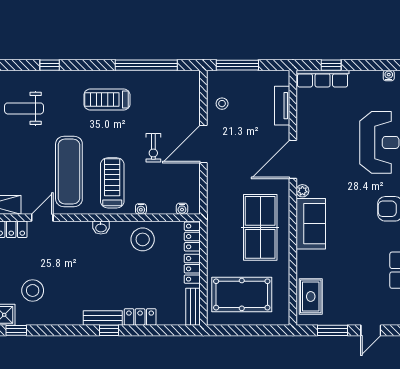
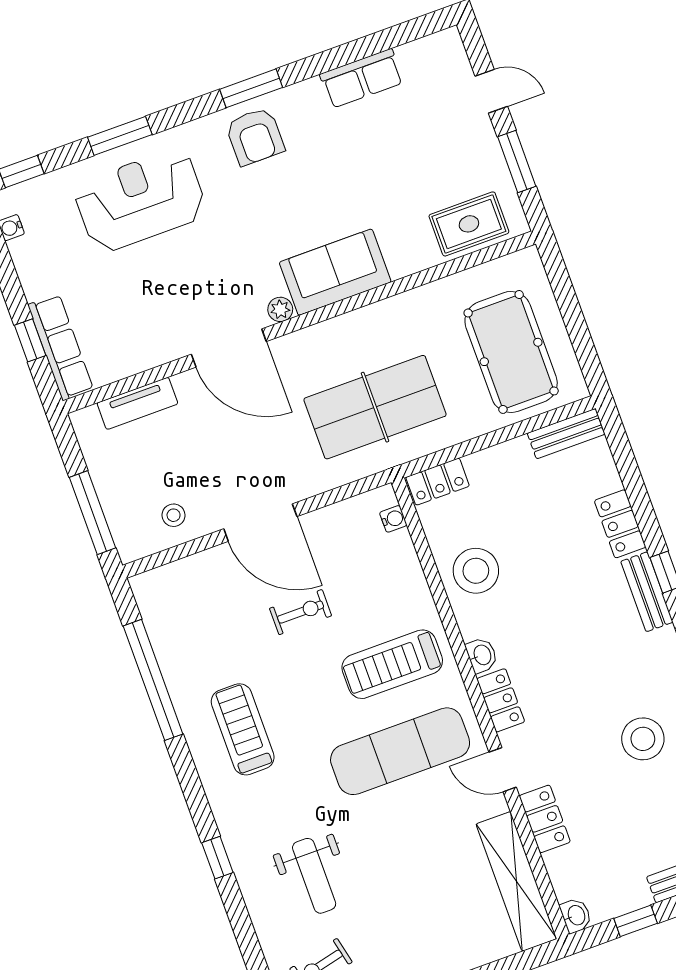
treadmill: (107, 100) -> (243, 729), turned 180
water cooler: (141, 209) -> (421, 594), removed
table tennis table: (260, 227) -> (375, 407), moved
locker: (192, 269) -> (501, 700), moved, turned -90

